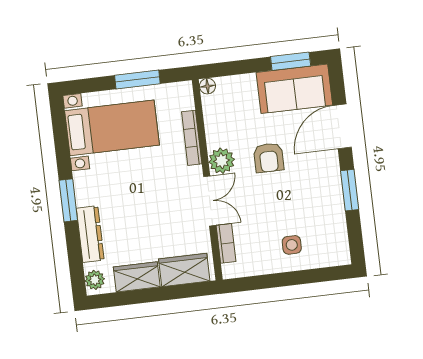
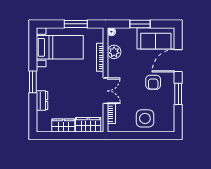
window: (291, 61) -> (140, 24), moved
armchair: (269, 158) -> (153, 82), moved
plant: (222, 161) -> (114, 52), moved
dresser: (90, 234) -> (42, 101), width x0.70
side table: (292, 245) -> (145, 118), width x1.87, depth x1.87
plant: (95, 280) -> (42, 124), removed

